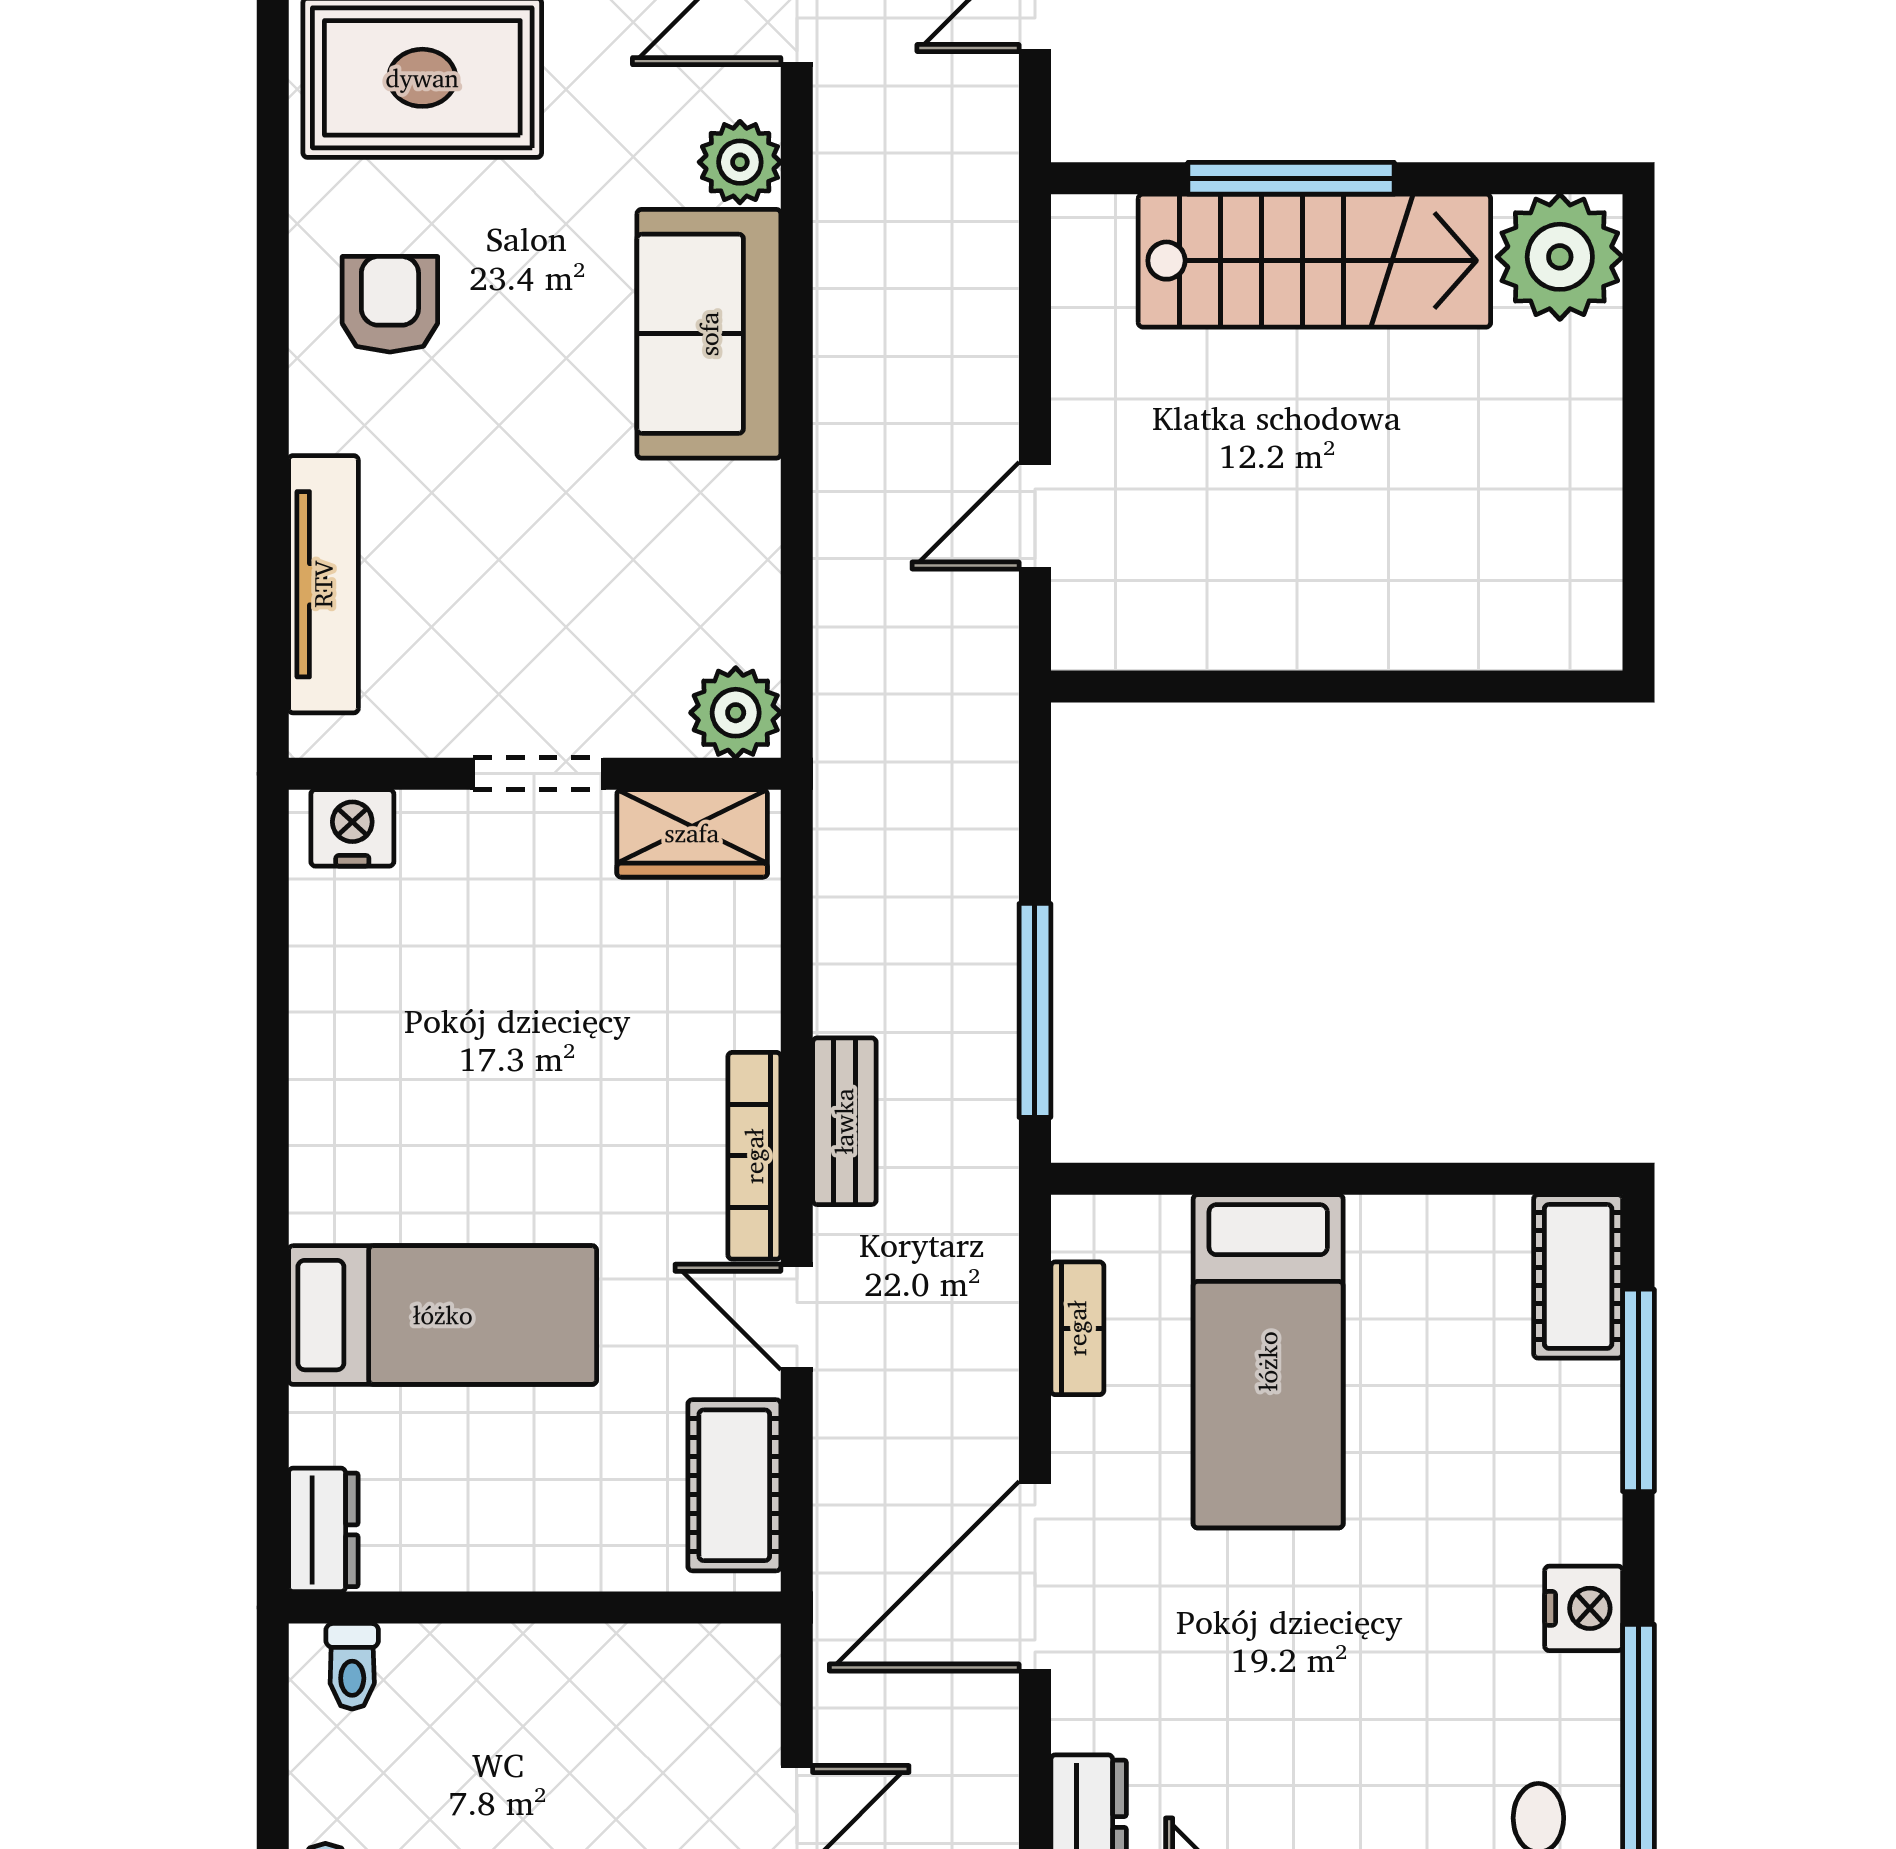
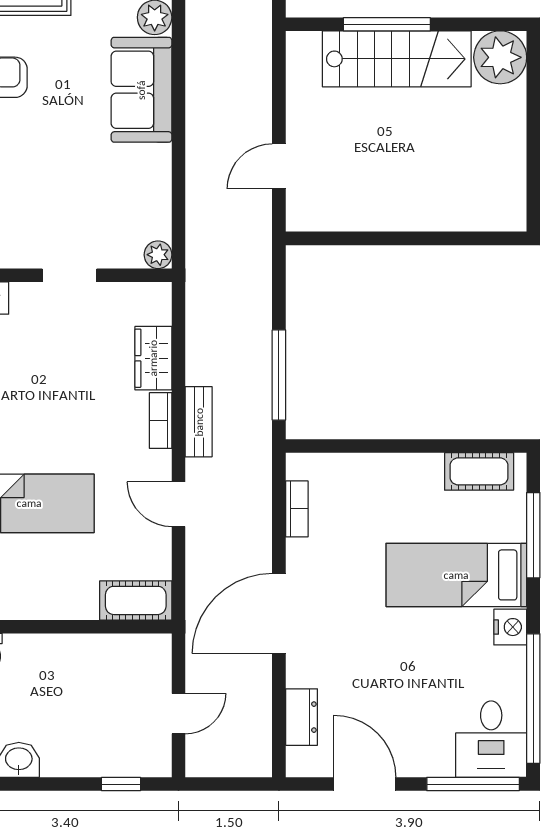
plant: (736, 713) -> (158, 255), width x0.73, depth x0.73
wardrobe: (692, 833) -> (153, 358), moved, turned 90
bookcase: (754, 1156) -> (161, 421), width x0.64
cot: (1578, 1276) -> (479, 471), moved, turned 90
bed: (1268, 1361) -> (456, 575), moved, turned 90
cot: (734, 1485) -> (136, 600), moved, turned 90

